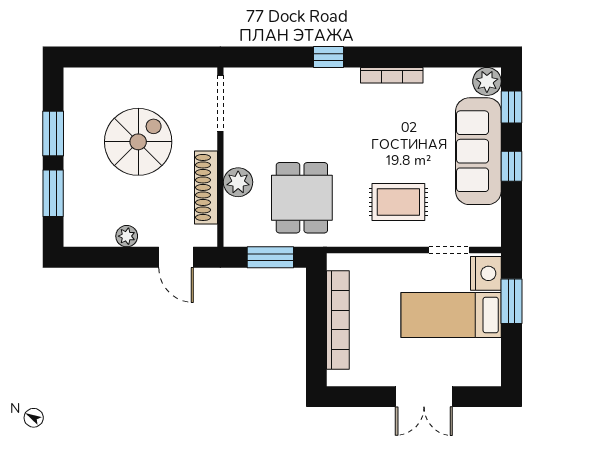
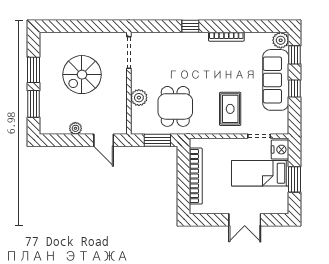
spiral stairs: (138, 142) -> (82, 75), turned 180
shoe rack: (206, 187) -> (121, 101), removed
rug: (398, 202) -> (230, 109), turned 90
window: (511, 301) -> (295, 179), moved

